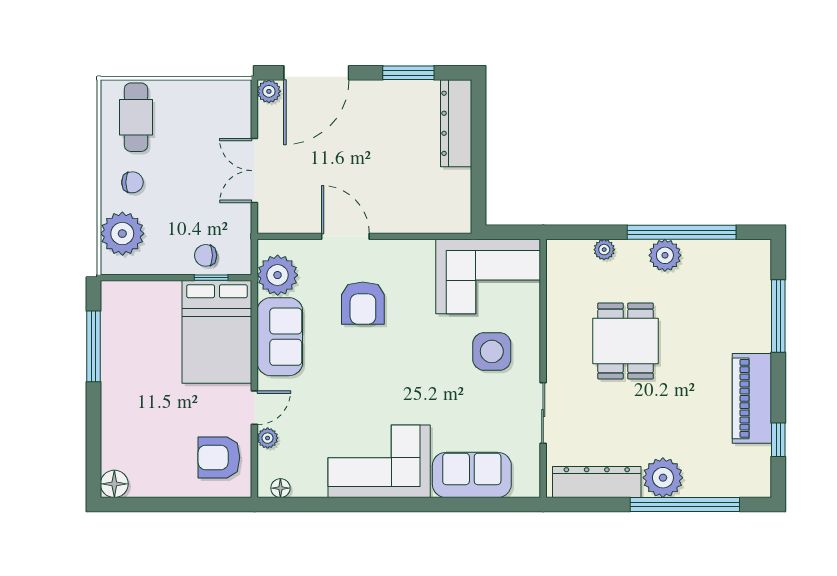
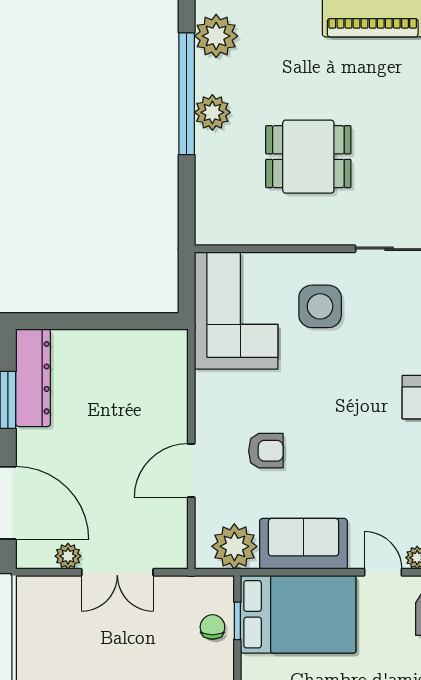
plant: (269, 91) -> (68, 556), moved
dresser: (456, 123) -> (33, 378), moved, turned -90
plant: (604, 250) -> (216, 36), moved, width x1.88, depth x1.88
chair: (206, 255) -> (212, 627), turned 180
armchair: (363, 303) -> (266, 451), width x0.72, depth x0.72

